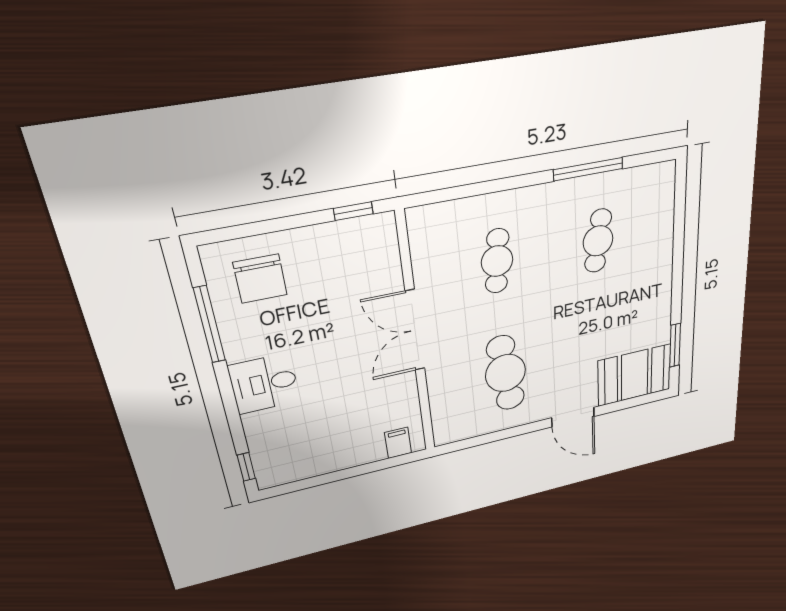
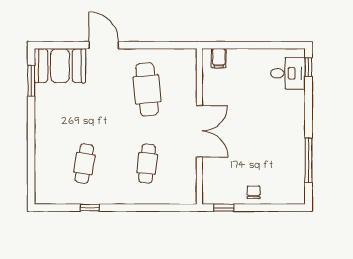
window: (588, 169) -> (90, 208), width x0.46
chair: (260, 279) -> (254, 192), moved, width x0.54, depth x0.54
desk: (264, 384) -> (288, 73), moved

